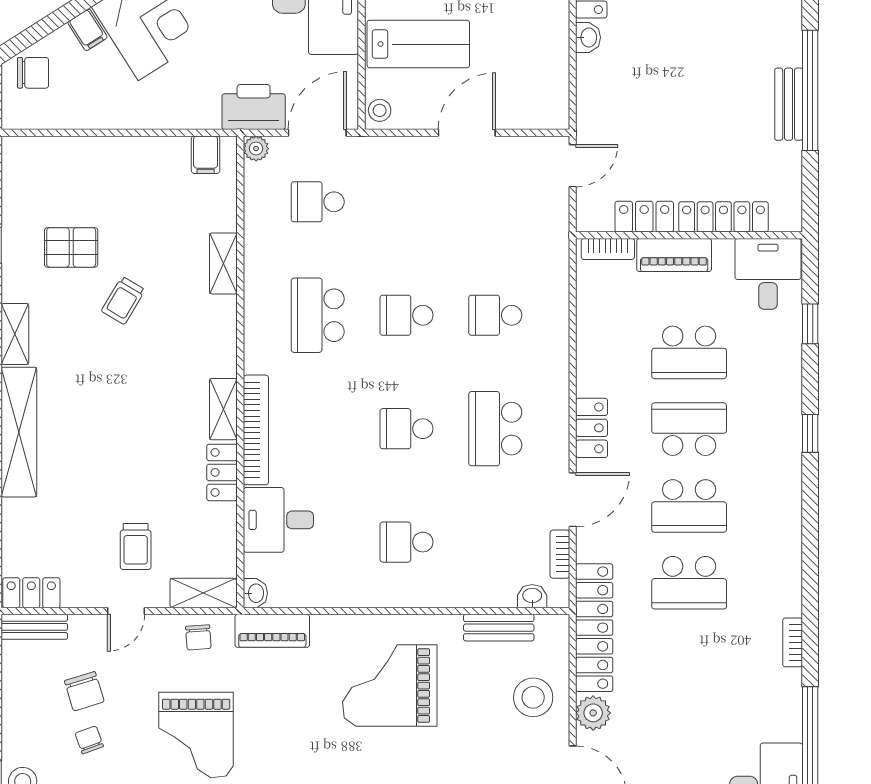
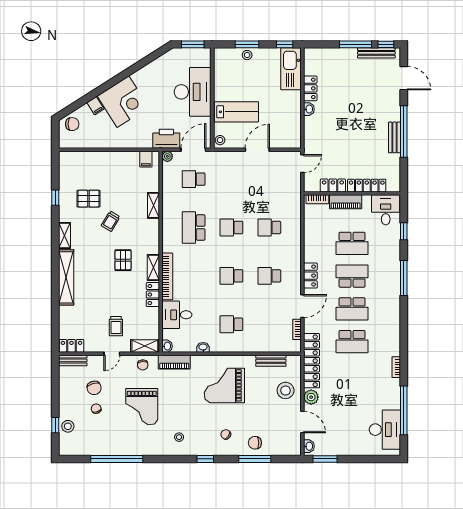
pallet: (152, 392) -> (123, 260), added
school desk: (495, 429) -> (269, 276), width x0.54
window: (810, 433) -> (404, 278), width x2.17
washbasin: (532, 596) -> (203, 347), moved

